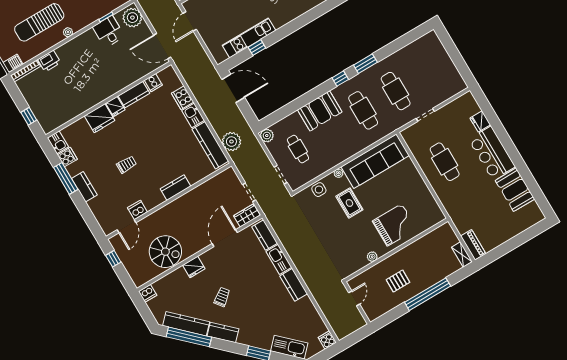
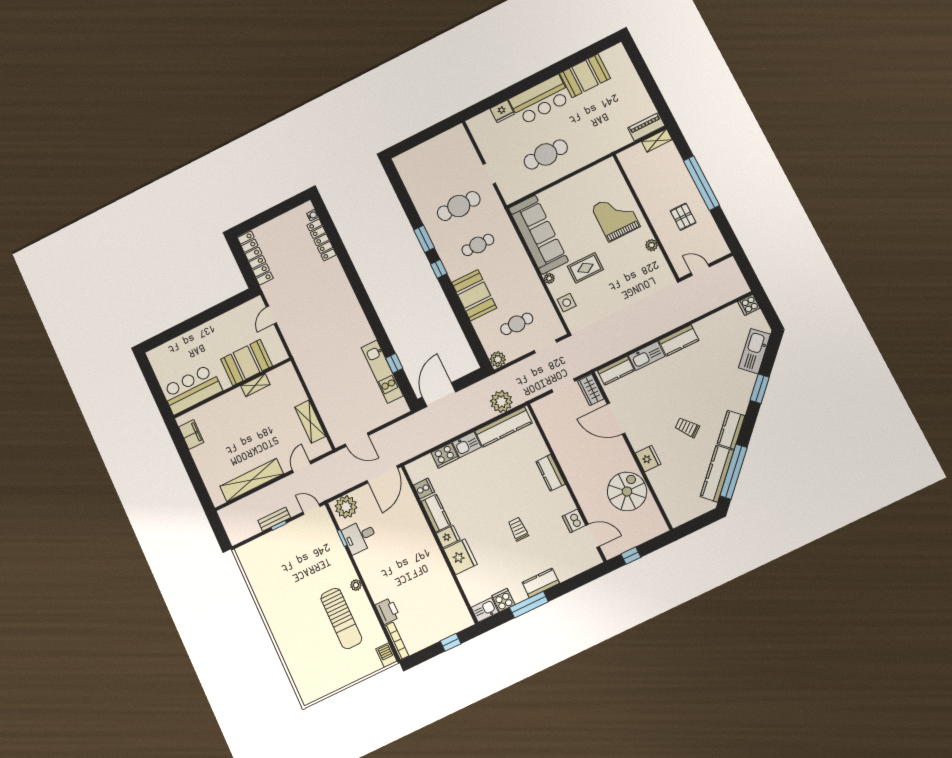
cafe table: (363, 110) -> (478, 245), width x0.73, depth x0.74
dishwasher: (148, 293) -> (676, 517), removed

